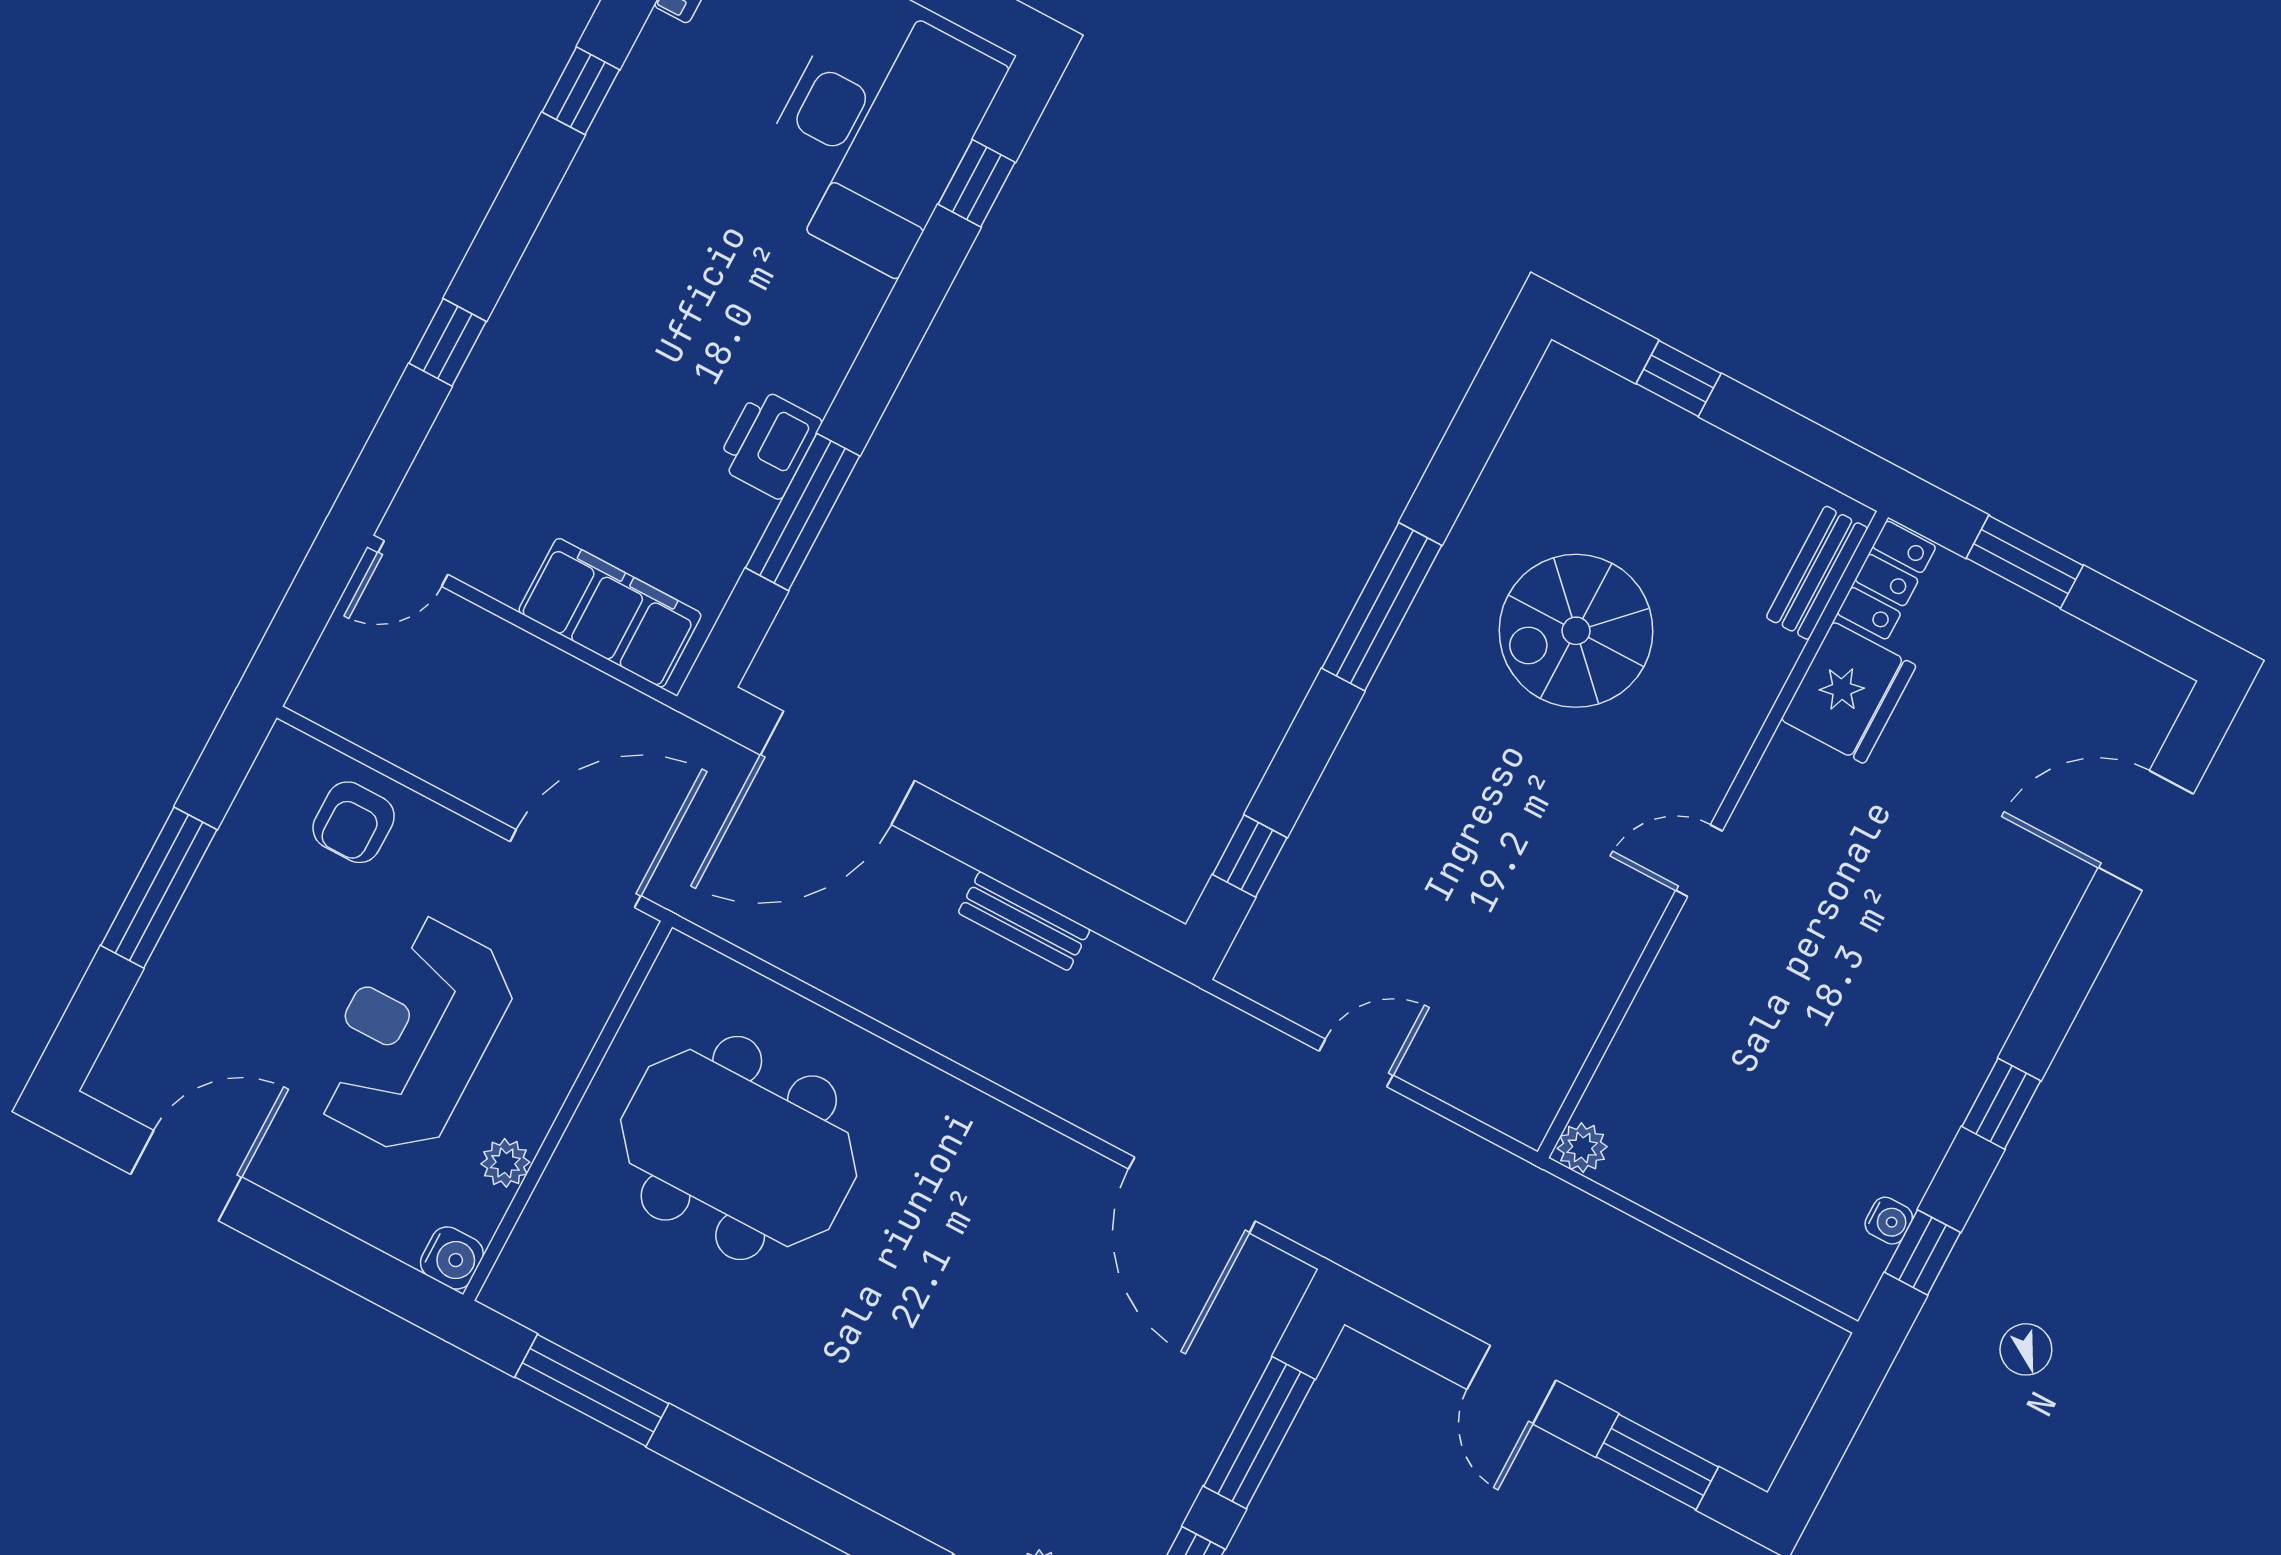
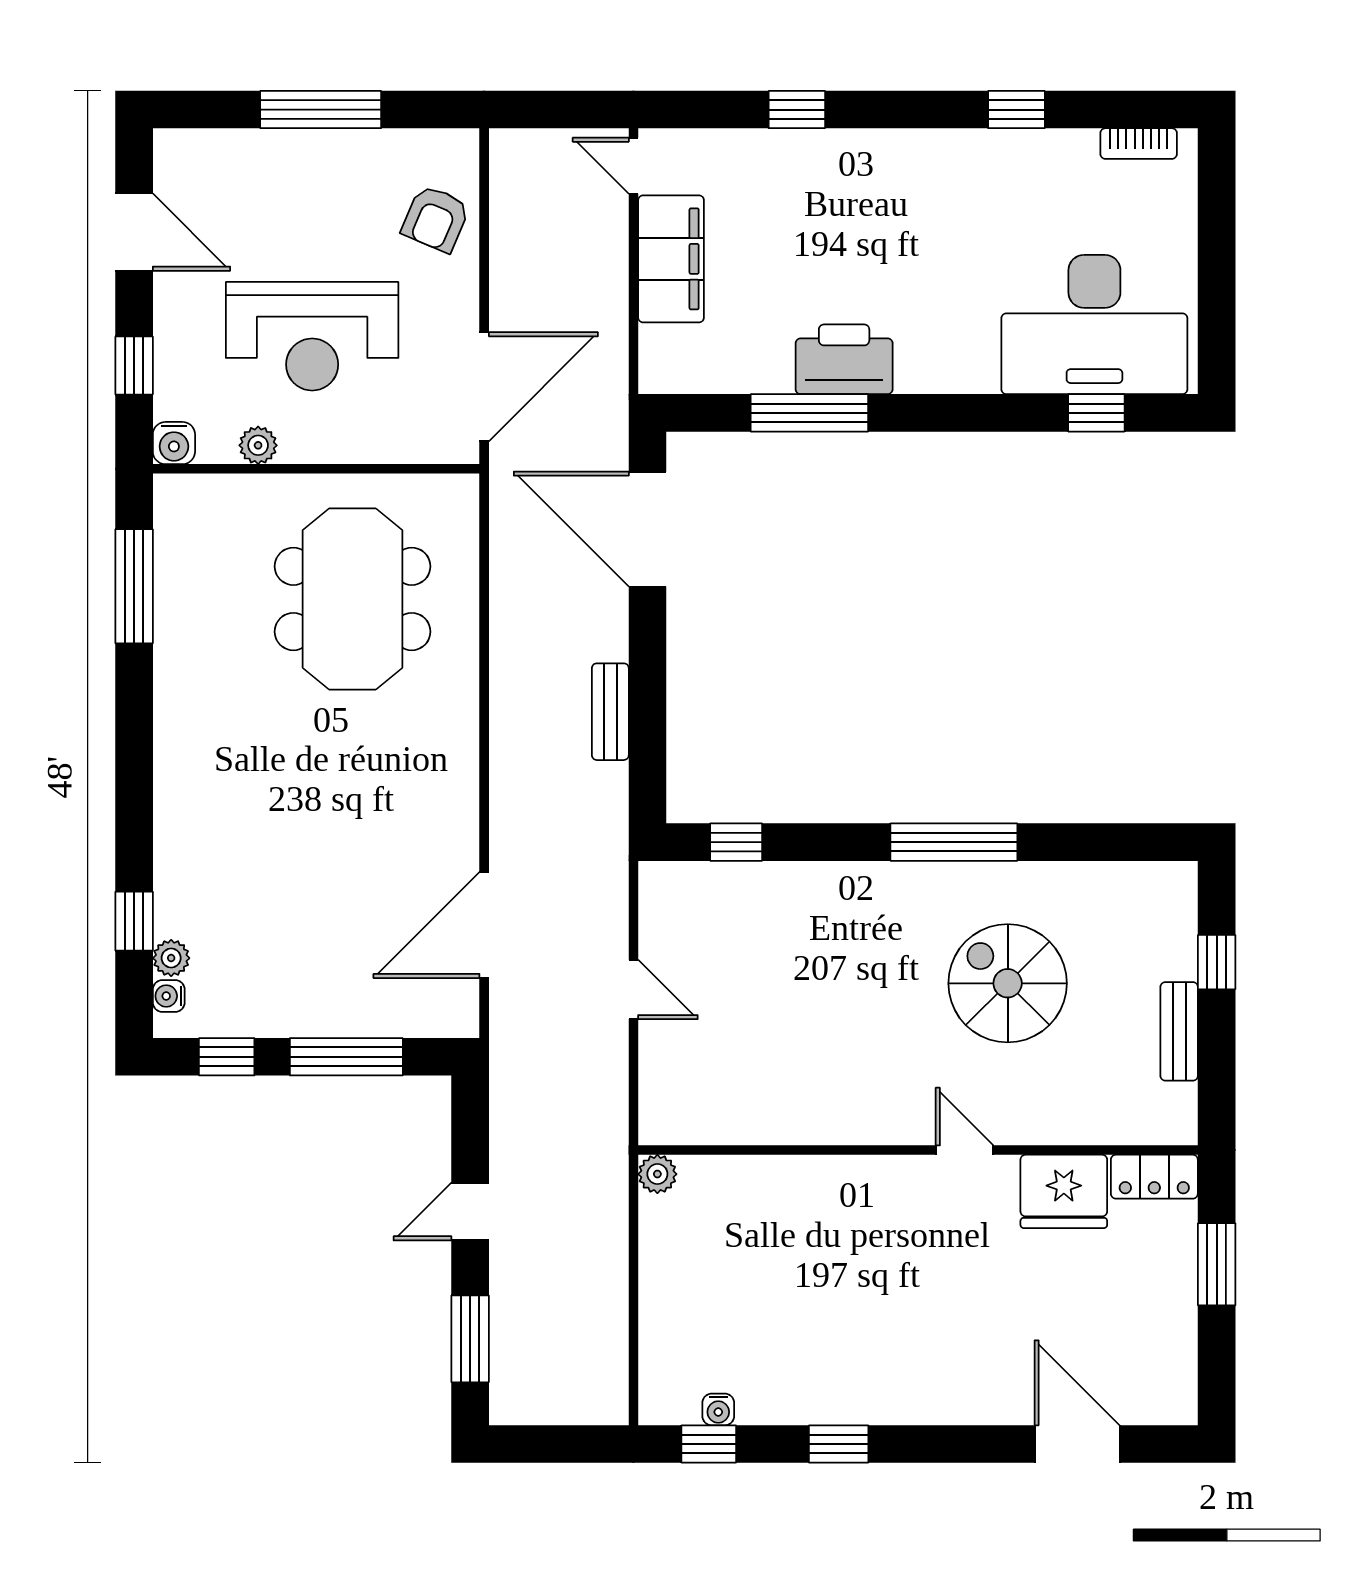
printer: (769, 443) -> (844, 359), width x1.37, depth x1.19
bench: (1817, 573) -> (1179, 1031), moved, turned 90
filing cabinet: (610, 613) -> (671, 259), moved
armchair: (354, 822) -> (436, 219), turned -67
door: (1699, 861) -> (965, 1150), moved
door: (575, 869) -> (484, 387), hinge flipped
reception desk: (413, 1035) -> (312, 336), turned 180
window: (339, 1256) -> (134, 365), added

